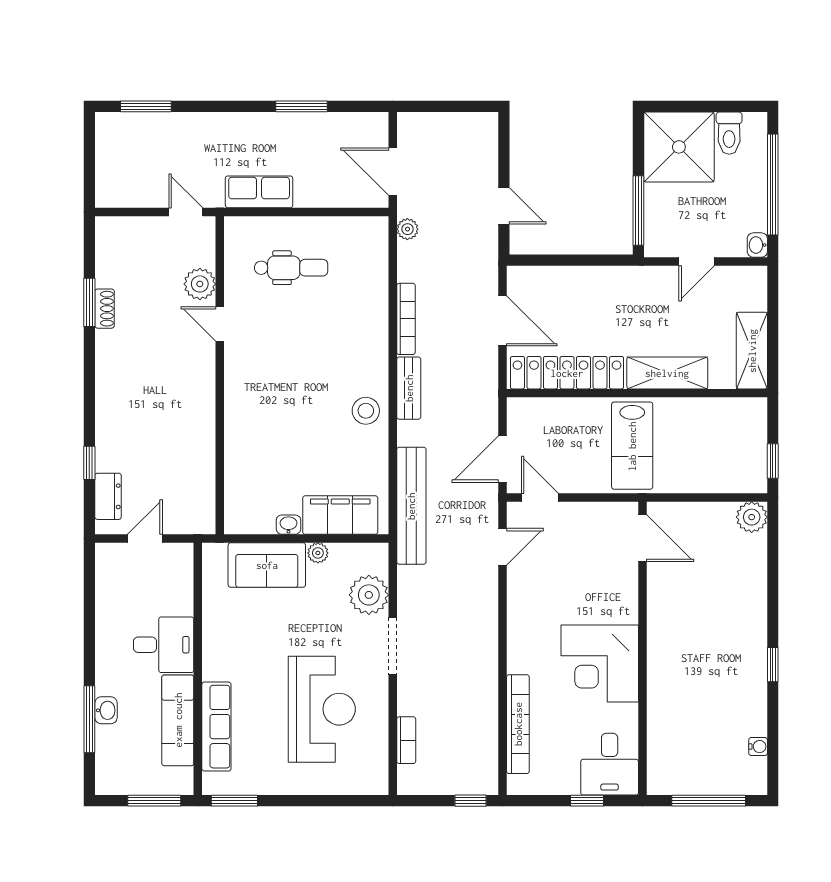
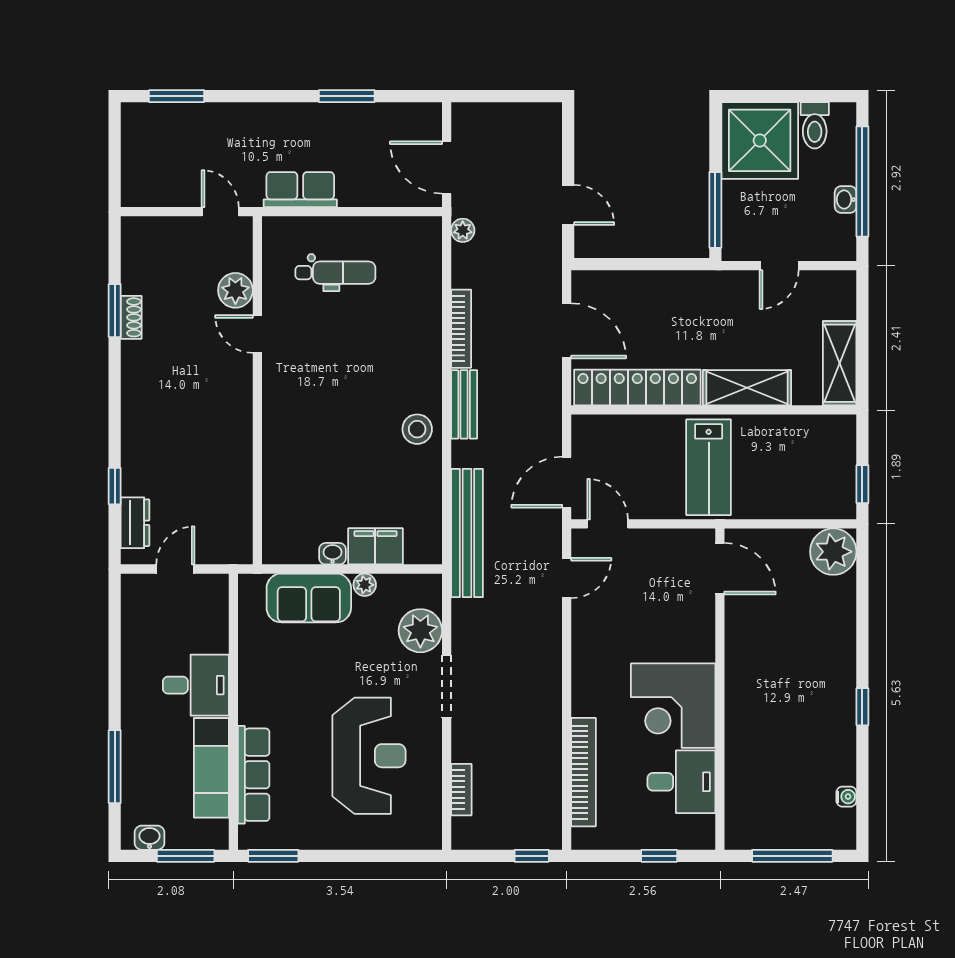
washbasin: (757, 245) -> (846, 200), moved
filing cabinet: (340, 515) -> (375, 546), width x0.67, depth x0.86
plant: (752, 517) -> (833, 552), width x1.36, depth x1.36
washbasin: (106, 710) -> (149, 838), moved, turned -90
desk: (610, 764) -> (681, 782), moved, turned -90

